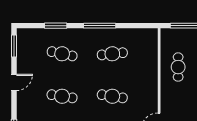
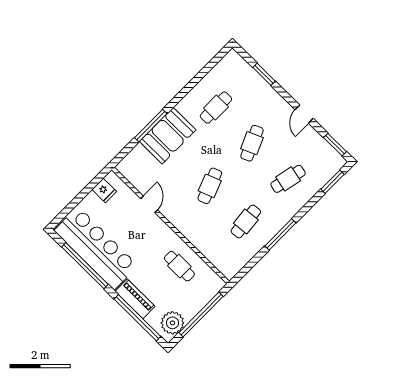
window: (56, 26) -> (333, 182), moved
cafe table: (62, 96) -> (252, 143), turned -33
cafe table: (112, 96) -> (210, 186), turned -30

